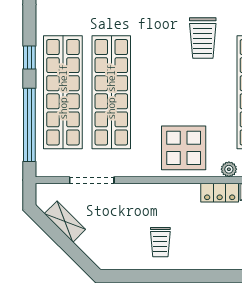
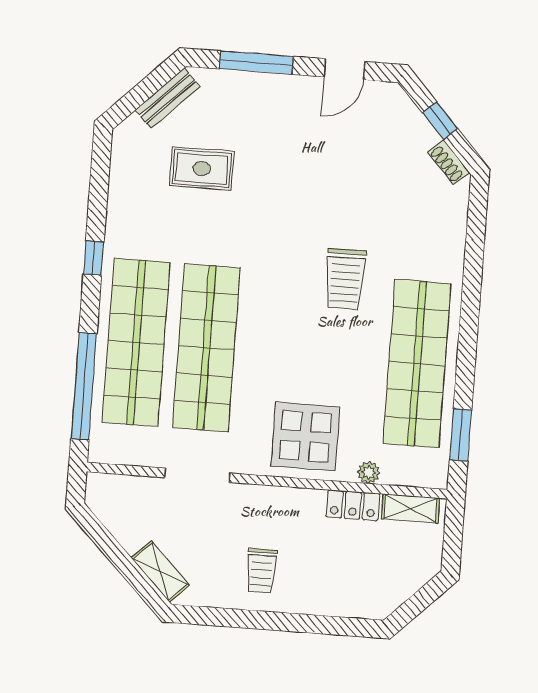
window: (29, 57) -> (94, 258), moved
doorway: (92, 180) -> (197, 475), moved
shelving: (65, 222) -> (160, 572), moved

